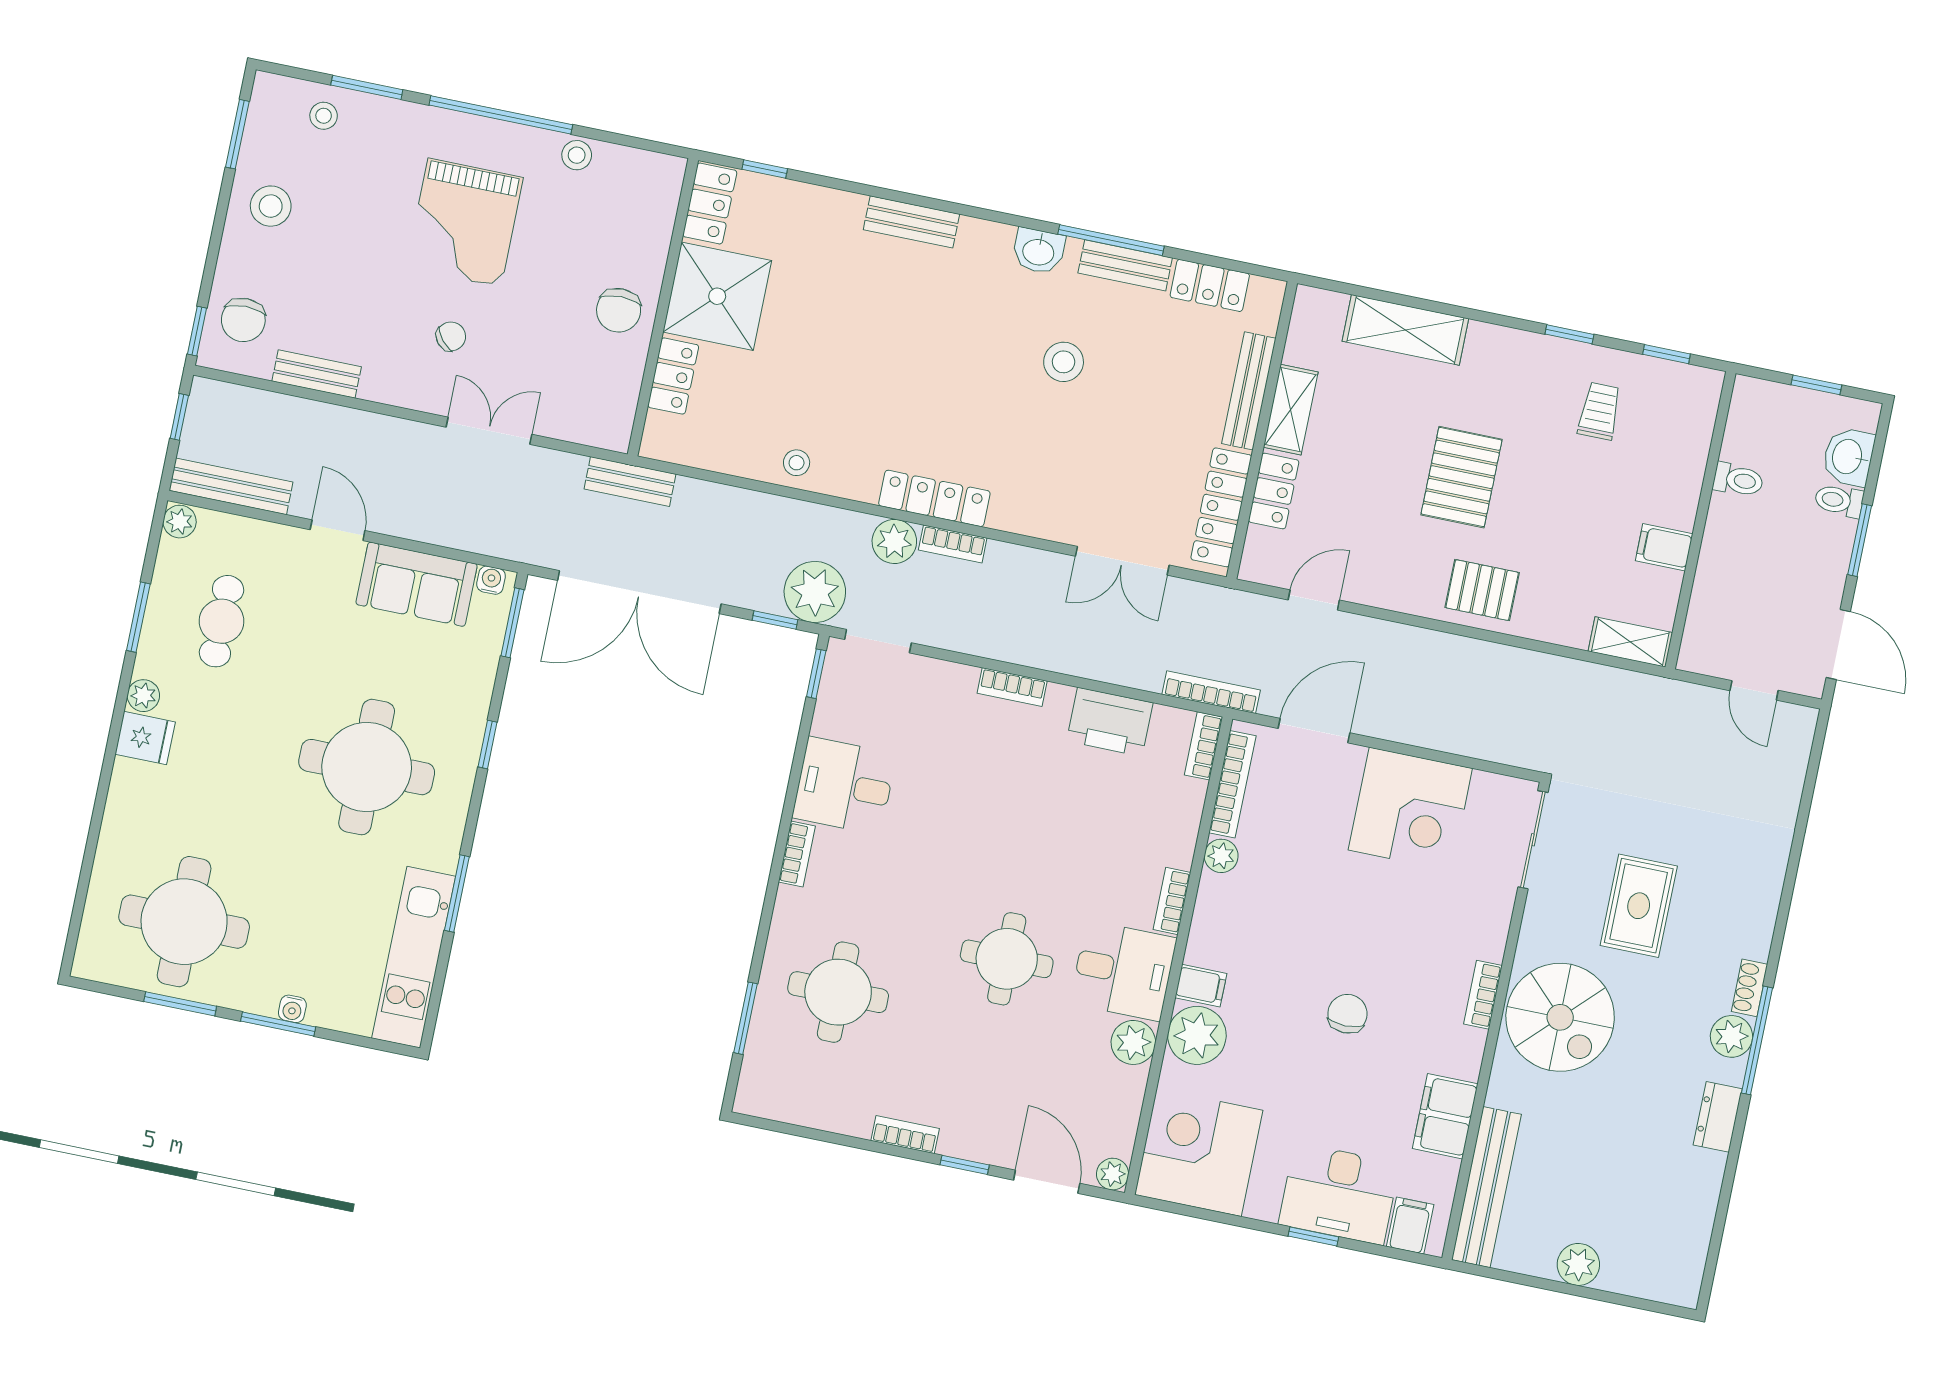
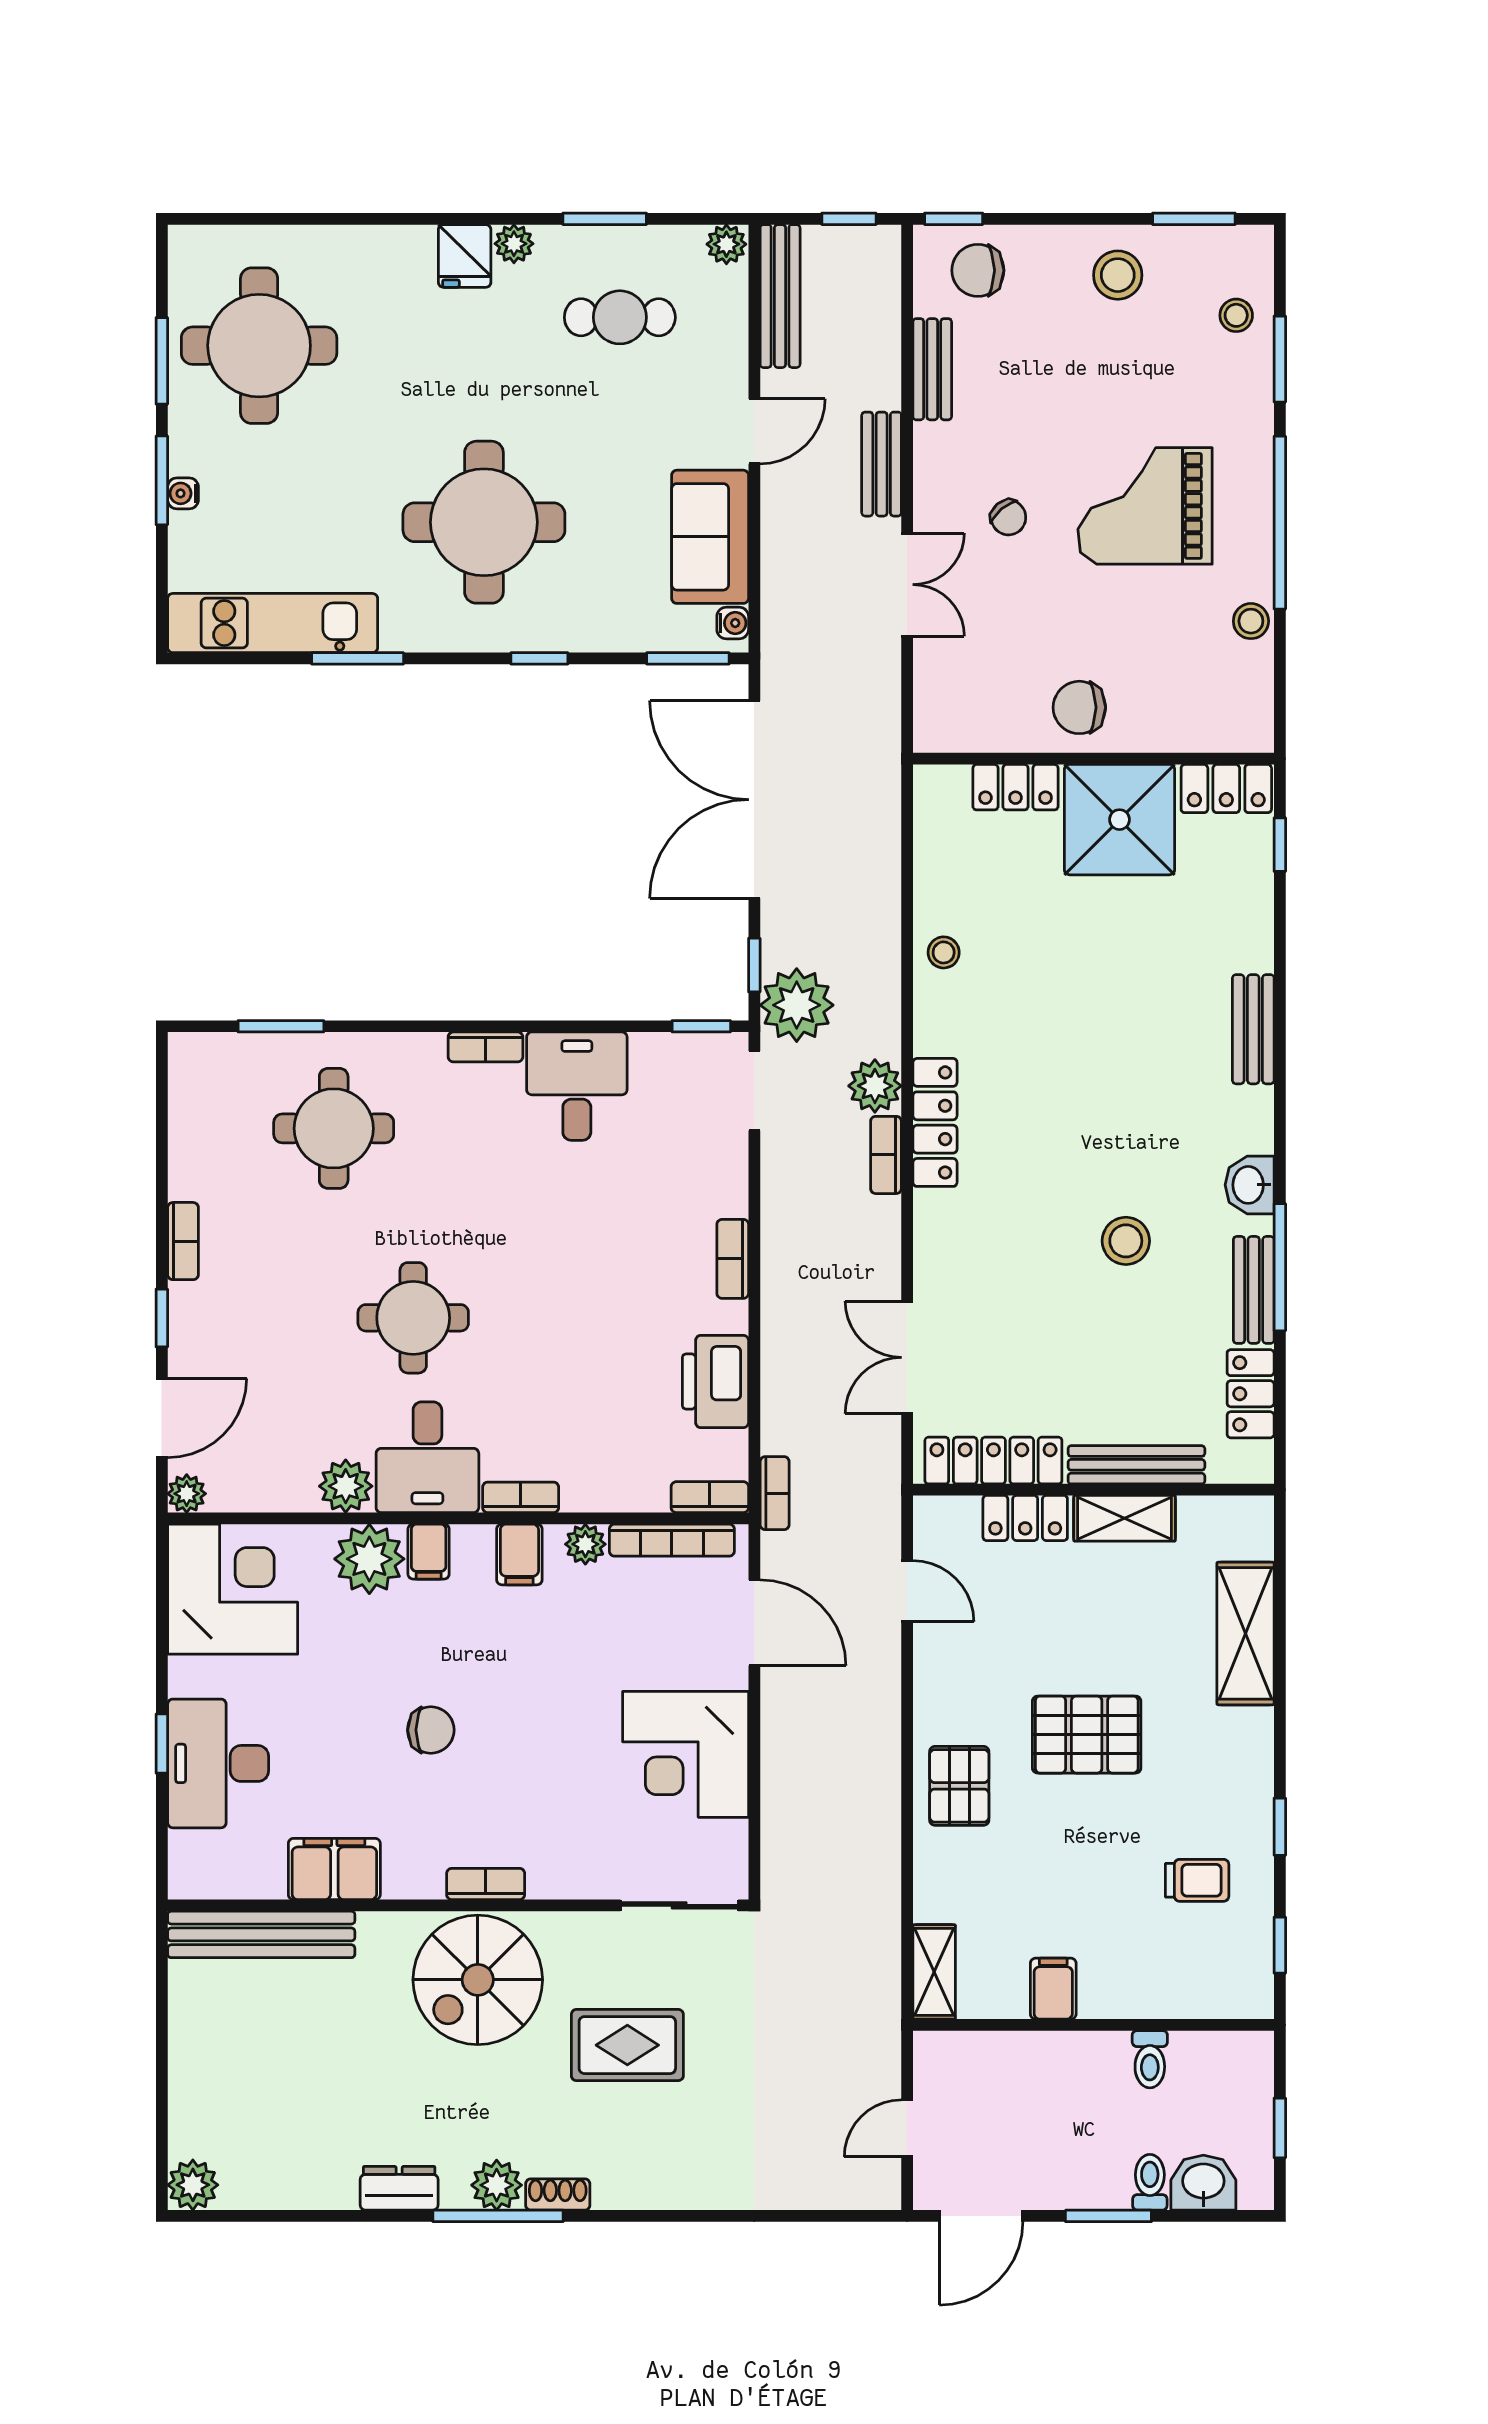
bench: (630, 482) -> (882, 464), moved
bookcase: (1211, 692) -> (775, 1493), width x0.64
filing cabinet: (1410, 1226) -> (519, 1554), moved, turned 90
plant: (1578, 1264) -> (193, 2185), moved

